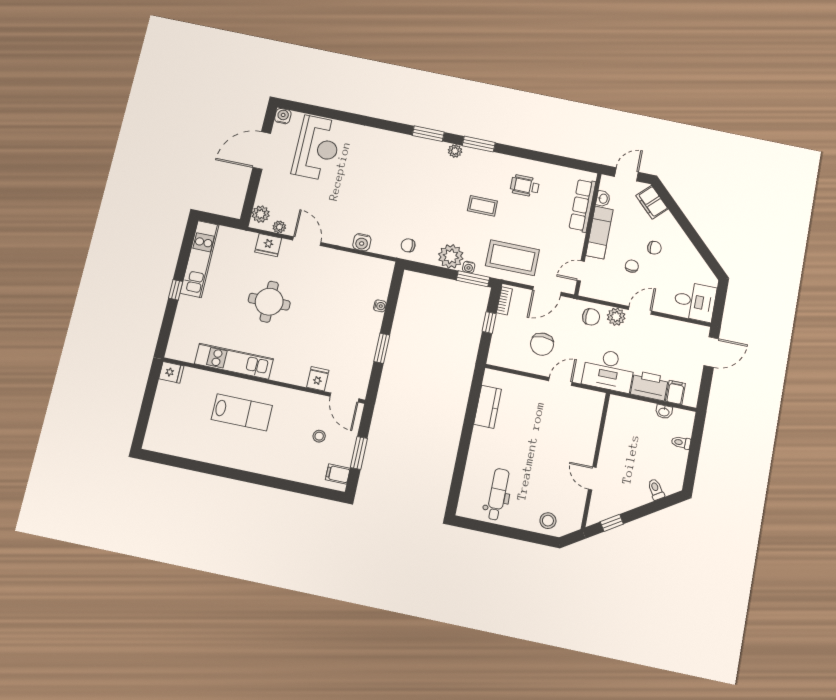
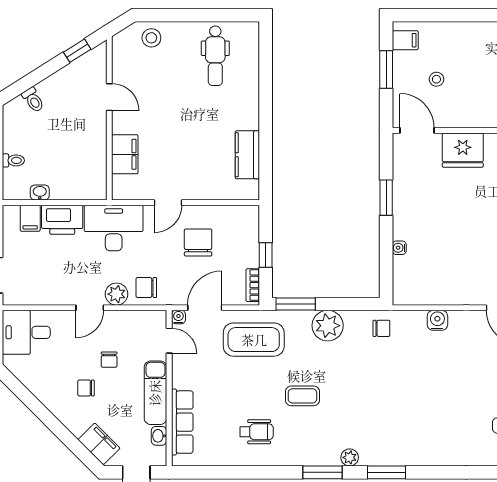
water cooler: (469, 267) -> (178, 317), moved
door: (581, 271) -> (169, 341), hinge flipped
fridge: (318, 379) -> (463, 150), width x1.88, depth x1.34
filing cabinet: (588, 428) -> (125, 154), added

